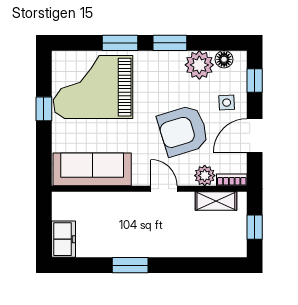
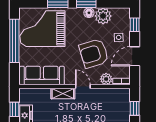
floor lamp: (224, 59) -> (89, 13), moved
window: (44, 109) -> (14, 41), width x3.17
shelving: (216, 201) -> (63, 94), moved
window: (44, 229) -> (14, 109), added

